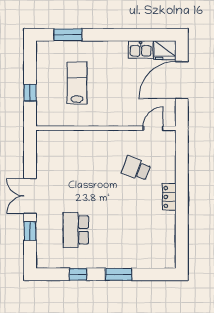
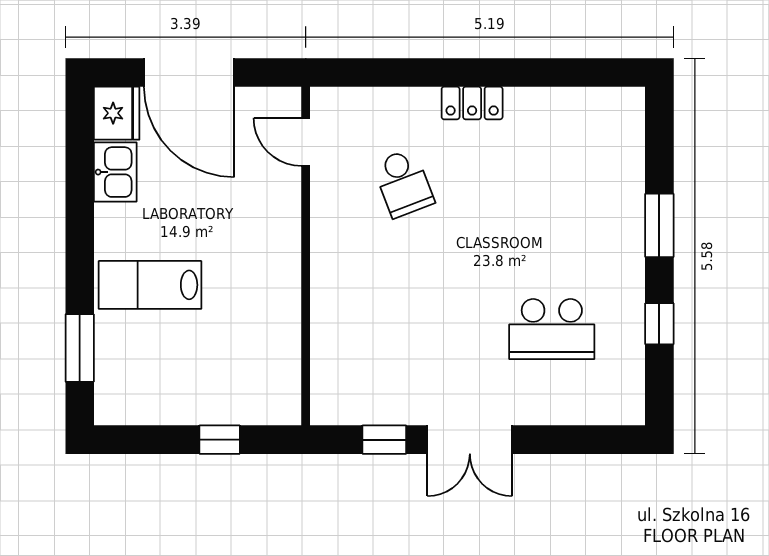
lab bench: (77, 83) -> (150, 285), moved
school desk: (136, 169) -> (403, 183), turned -42
window: (30, 231) -> (384, 440), moved

